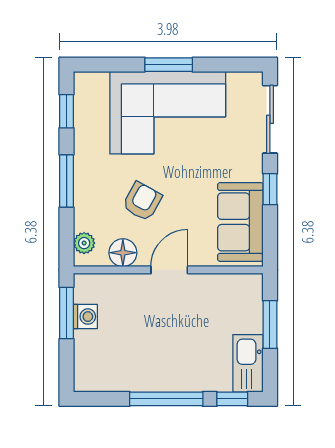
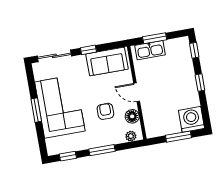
armchair: (142, 201) -> (105, 111), turned 61
window: (67, 313) -> (178, 137), moved
washing machine: (85, 317) -> (192, 119), moved, width x1.89, depth x1.89
kitchen sink: (248, 363) -> (150, 50), moved
window: (166, 399) -> (200, 83), width x0.46

